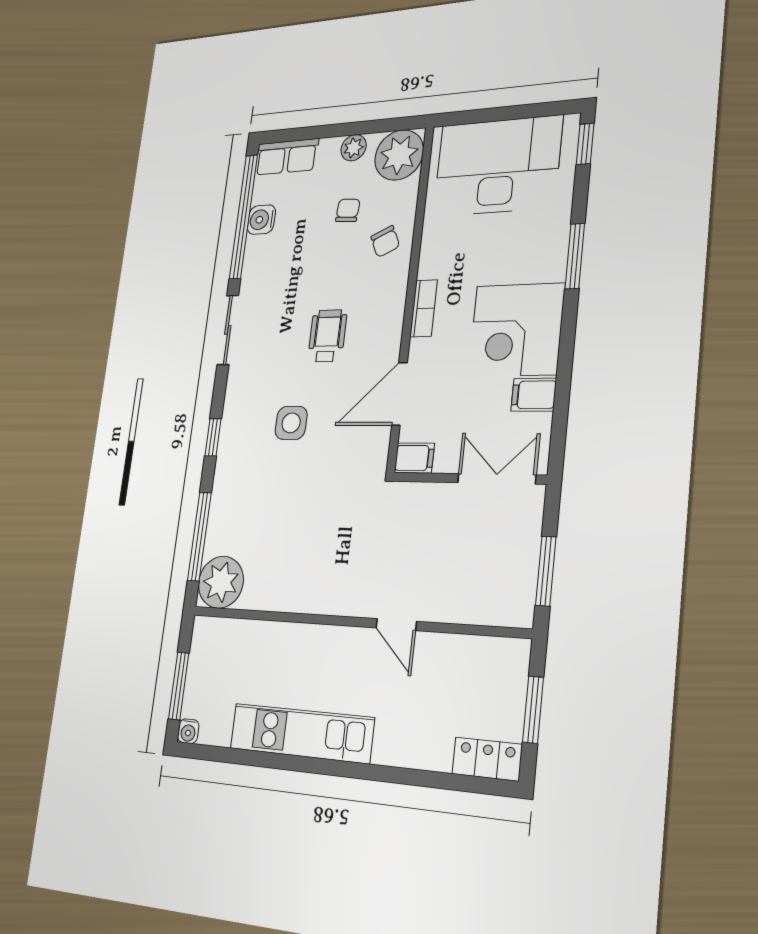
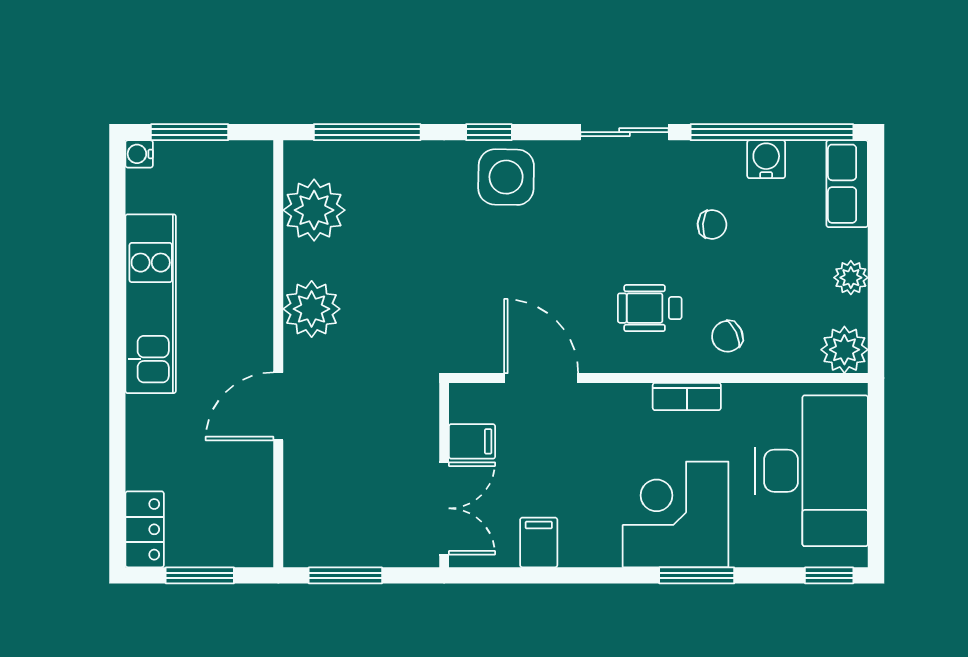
plant: (399, 155) -> (844, 350), width x0.73, depth x0.73
chair: (348, 210) -> (712, 224), moved
bookcase: (424, 308) -> (687, 396), moved
corner desk: (516, 330) -> (676, 514), moved
wheelchair: (327, 336) -> (650, 308), moved, turned 180
side table: (291, 423) -> (506, 177), moved, width x1.37, depth x1.37
filing cabinet: (414, 458) -> (472, 441), moved, turned -90
plant: (221, 582) -> (314, 210), moved
plant: (323, 590) -> (312, 309), added
door: (396, 625) -> (278, 406), width x1.38

